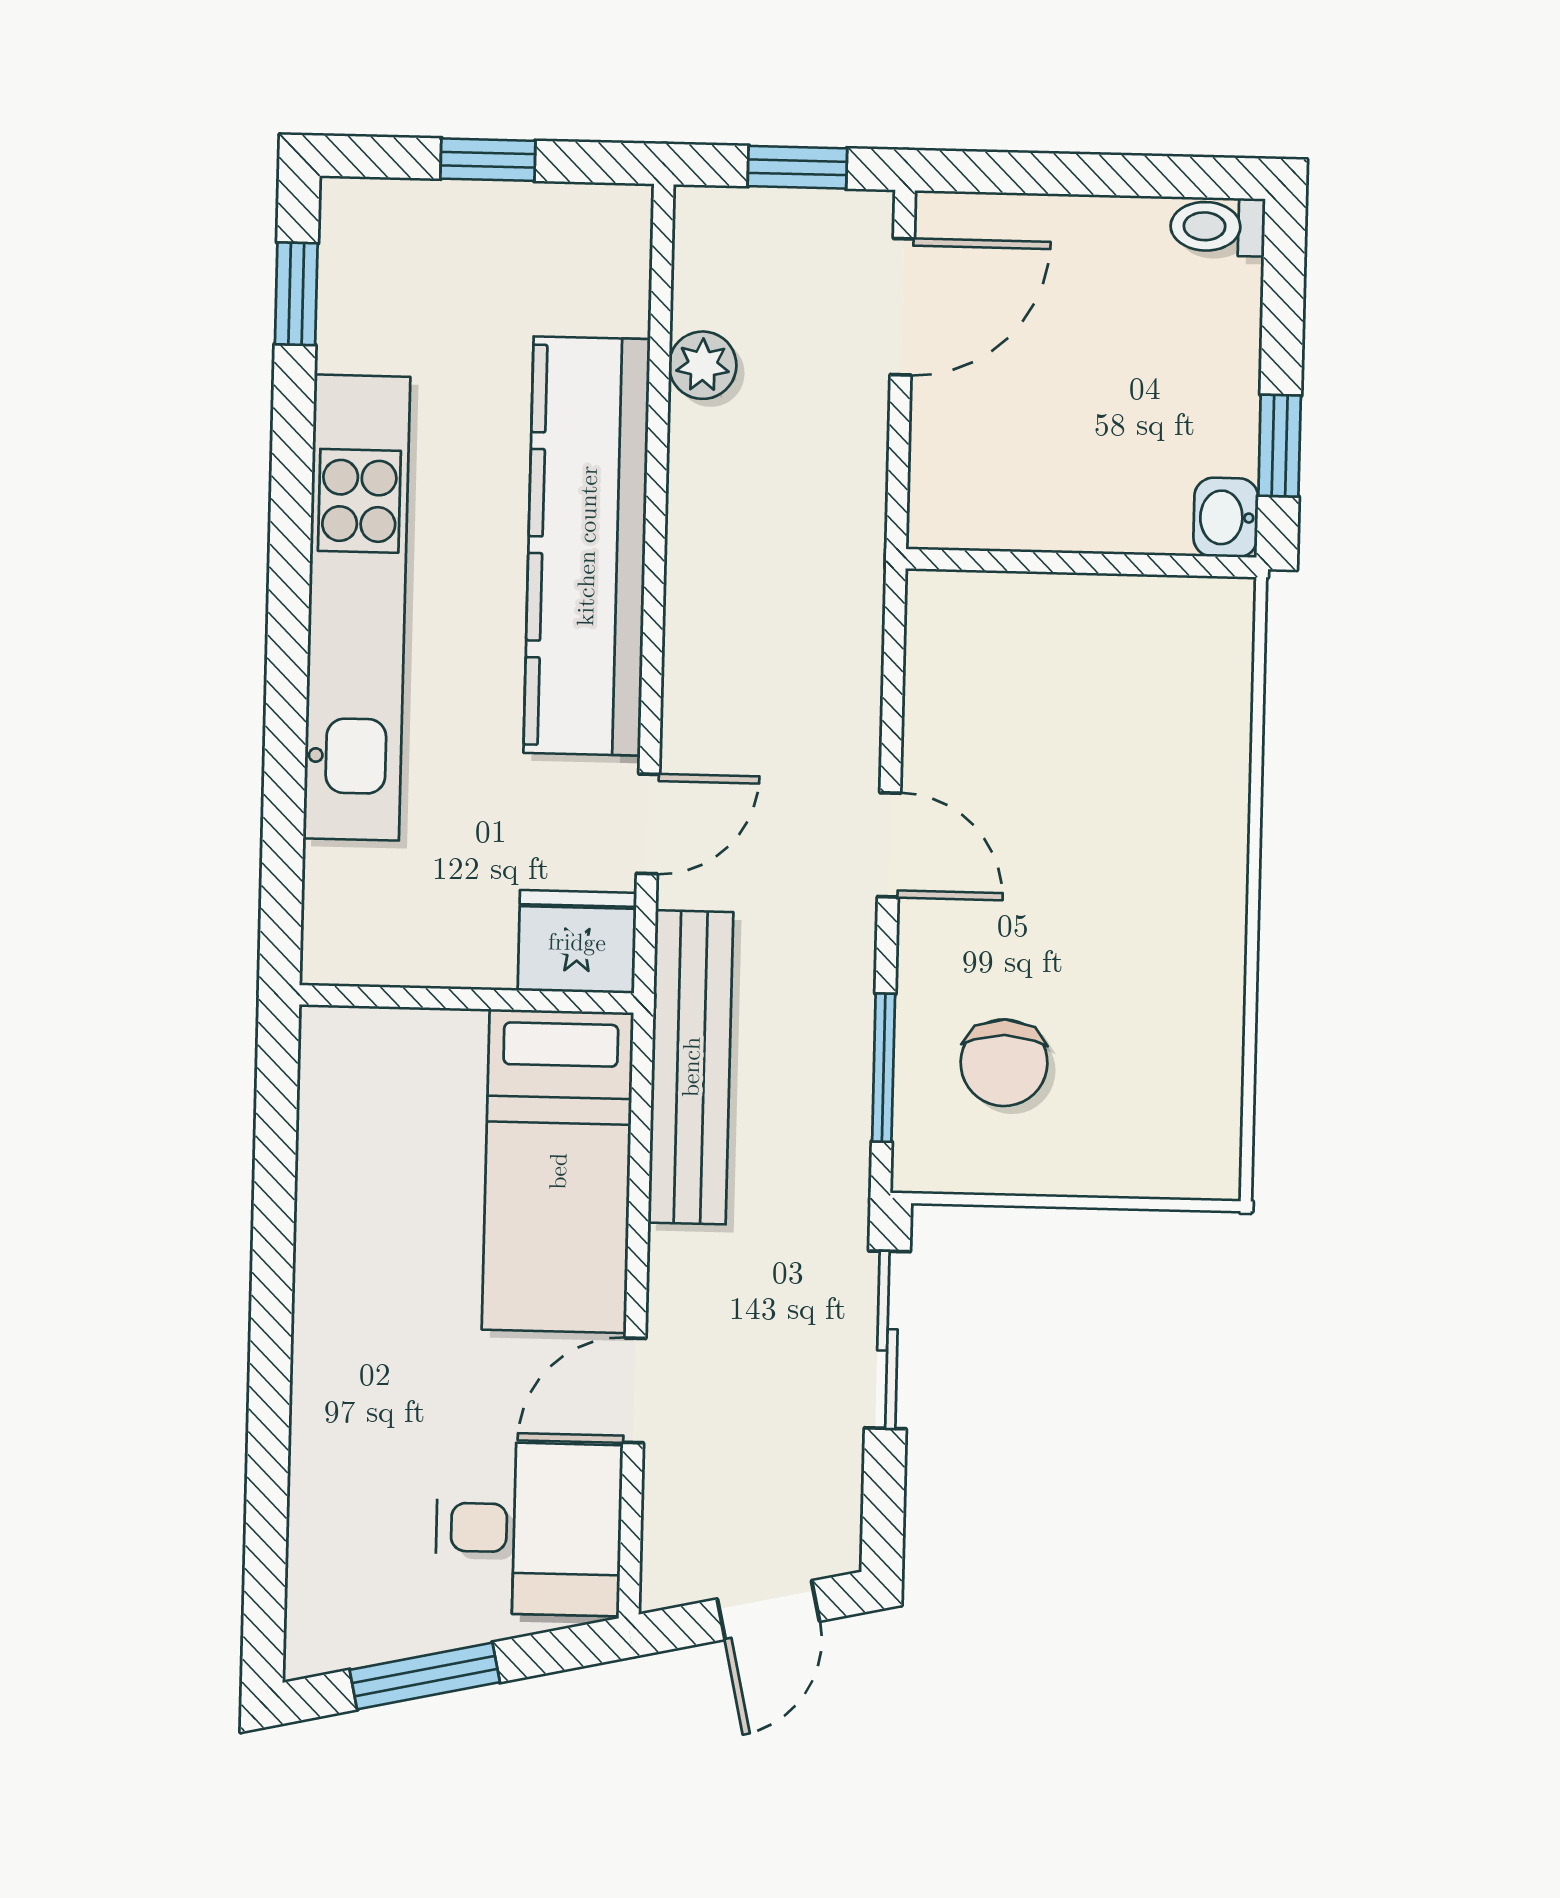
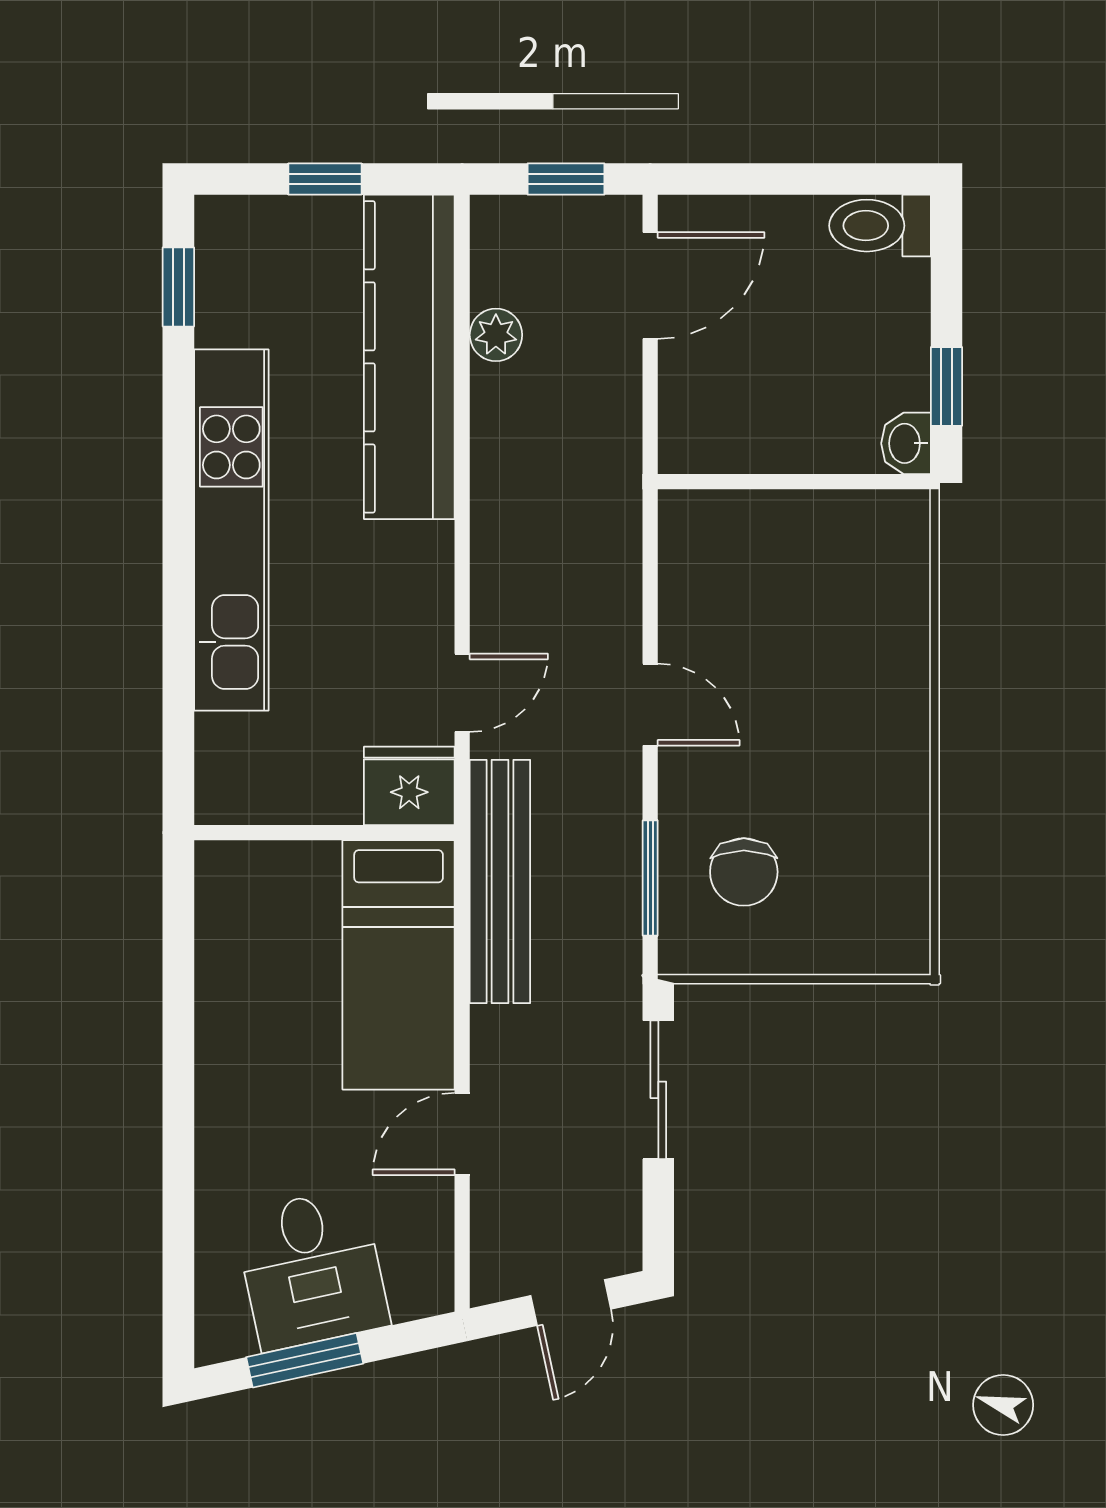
toilet: (1218, 227) -> (880, 226), width x1.37, depth x1.39
kitchen counter: (587, 546) -> (409, 357), moved
desk: (529, 1529) -> (312, 1269), moved, turned 78

